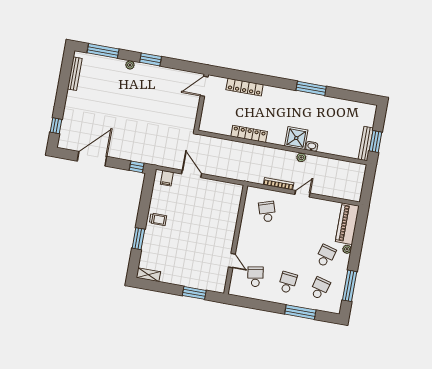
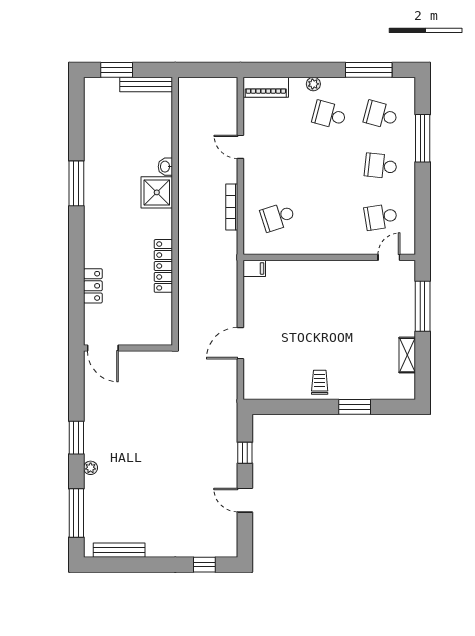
locker: (245, 87) -> (93, 286), width x0.66
window: (376, 142) -> (117, 70), moved
plant: (301, 157) -> (185, 180), removed
door: (92, 159) -> (245, 500), width x0.53
window: (137, 167) -> (245, 453), moved
filing cabinet: (167, 178) -> (254, 268), moved
door: (302, 194) -> (240, 147), moved
piano: (347, 224) -> (266, 87), width x0.73, depth x0.75
door: (232, 261) -> (389, 257), moved
shelving: (148, 275) -> (407, 355), moved
window: (194, 293) -> (423, 306), width x1.44

